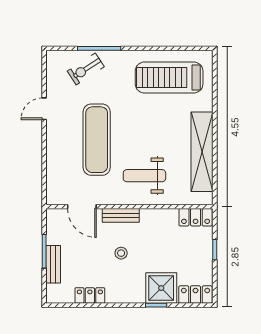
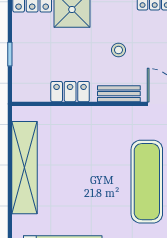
weight bench: (144, 176) -> (91, 140), removed
locker: (196, 217) -> (70, 92), moved

